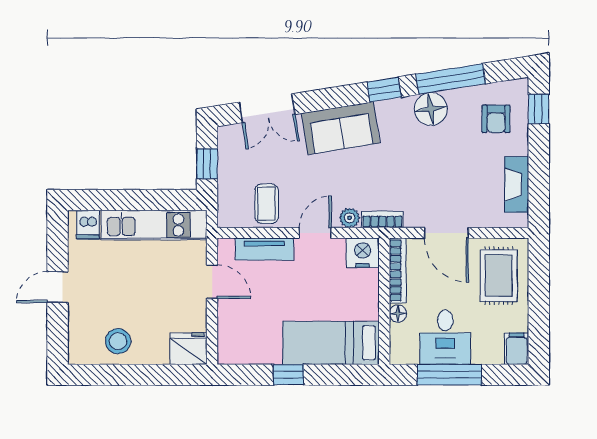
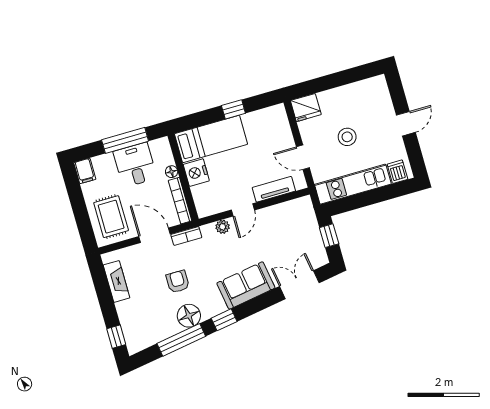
armchair: (496, 119) -> (178, 282), moved
coffee table: (267, 204) -> (281, 220), removed
bookcase: (382, 220) -> (186, 236), moved
nightstand: (363, 253) -> (196, 173), moved, turned 90
stool: (118, 341) -> (347, 137), moved

